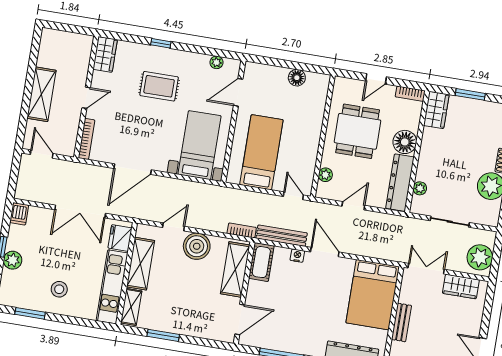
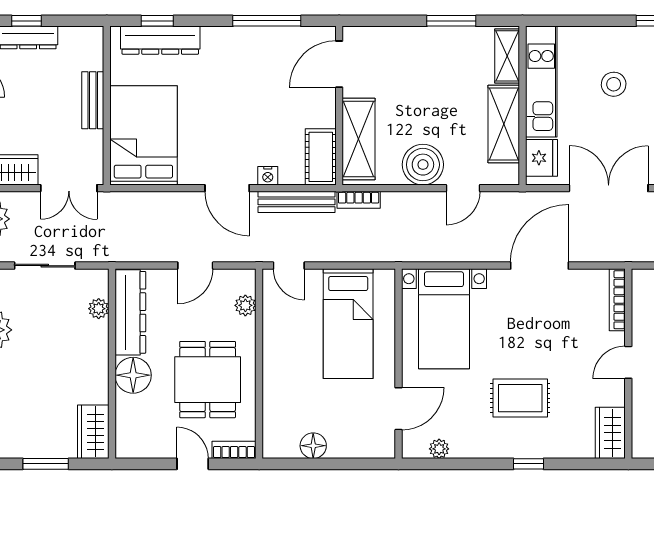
door: (376, 79) -> (193, 464), hinge flipped
bookcase: (410, 94) -> (234, 450), moved
stool: (59, 289) -> (614, 84), moved

